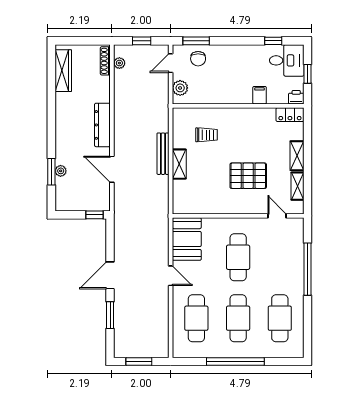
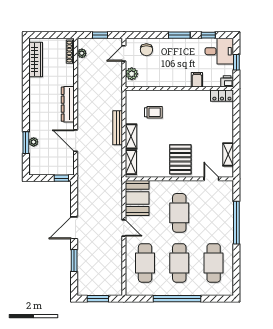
window: (196, 41) -> (179, 35), moved
shelving: (297, 156) -> (131, 162), moved
pallet: (248, 176) -> (180, 159), moved, turned 90

